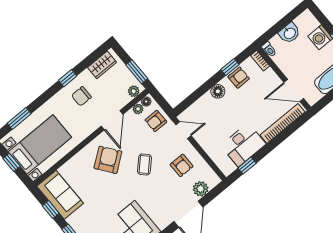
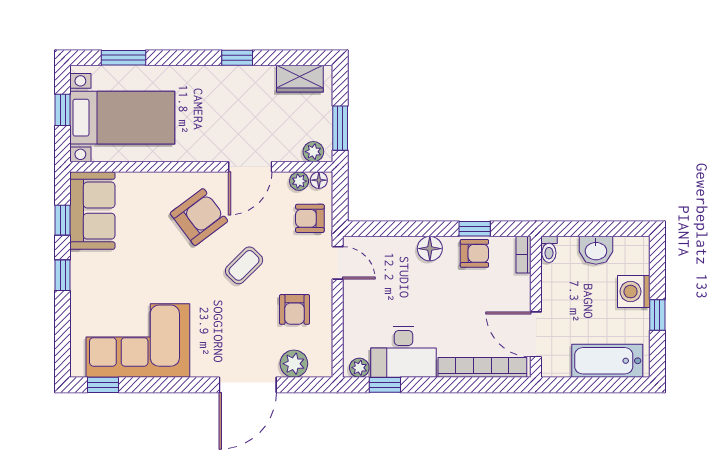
chair: (81, 96) -> (235, 98), removed
plant: (230, 167) -> (359, 368), added

